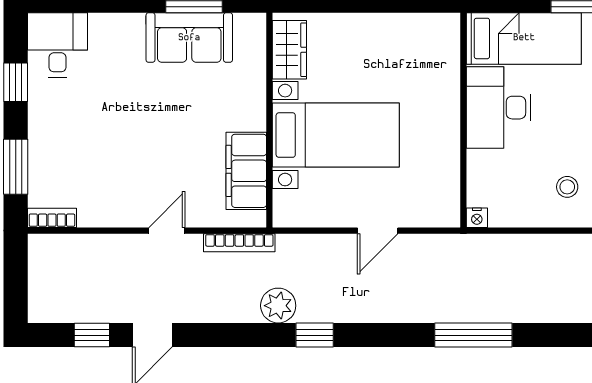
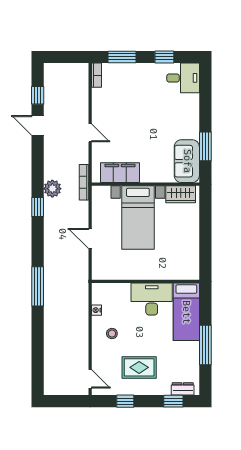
sofa: (189, 38) -> (187, 161), moved
nightstand: (477, 218) -> (96, 310), moved
bookcase: (239, 243) -> (84, 182), moved

